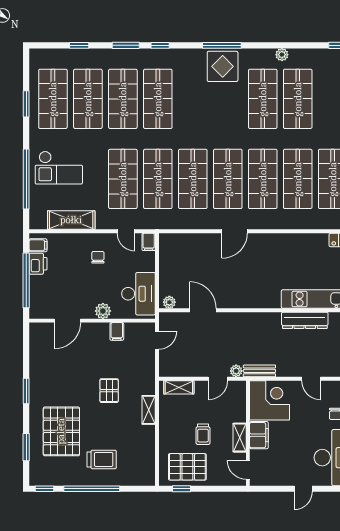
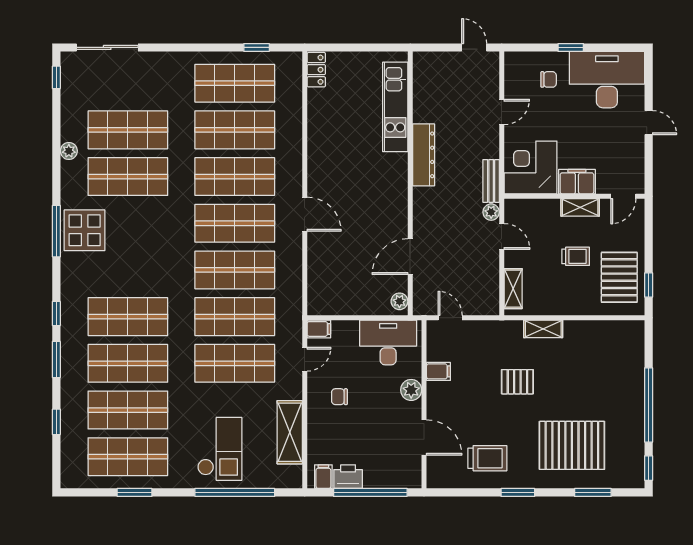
dresser: (305, 320) -> (424, 155), moved
trolley: (102, 459) -> (487, 458), moved, turned 90

